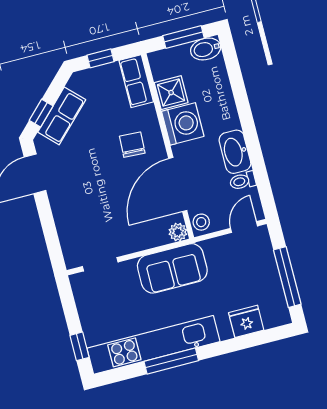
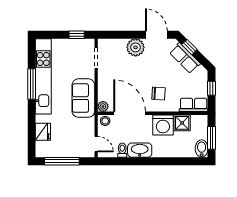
plant: (65, 203) -> (136, 47), added
window: (80, 346) -> (77, 35), moved

